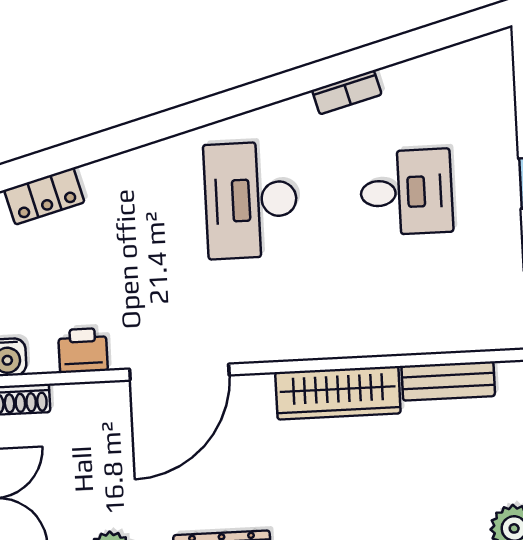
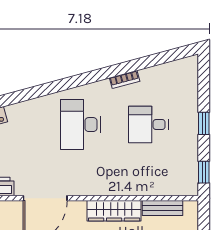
desk: (406, 192) -> (148, 125), turned 180

